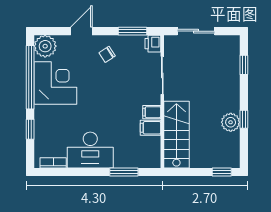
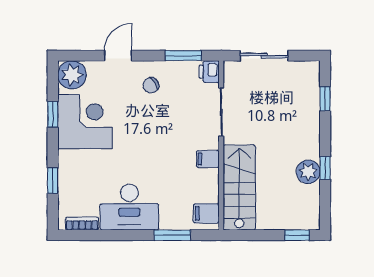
window: (30, 77) -> (53, 114), width x0.32
filing cabinet: (151, 128) -> (206, 213), moved

